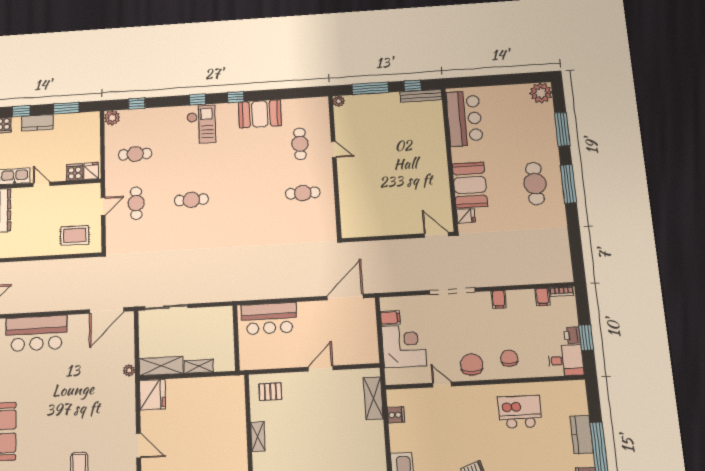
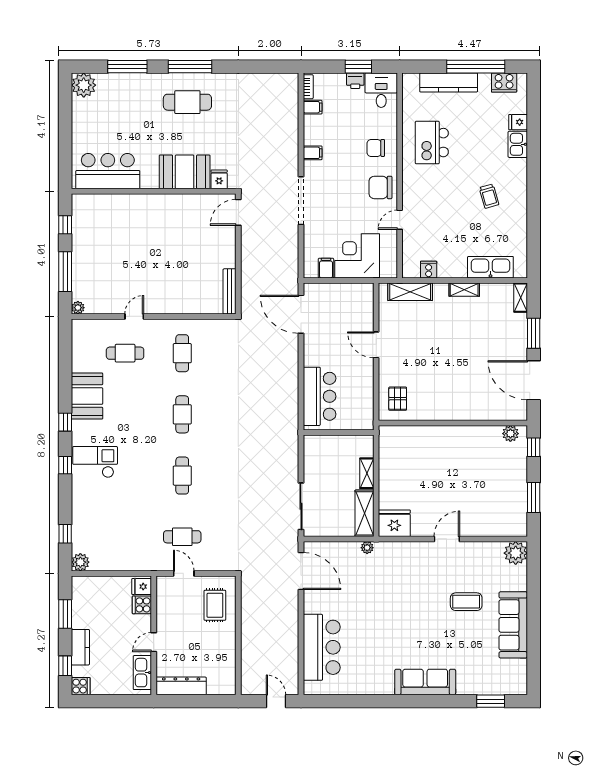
bench: (421, 96) -> (230, 291), moved
cafe table: (135, 154) -> (182, 414), moved
kitchen counter: (582, 435) -> (449, 83), width x1.50
shelving: (258, 437) -> (464, 290), moved

